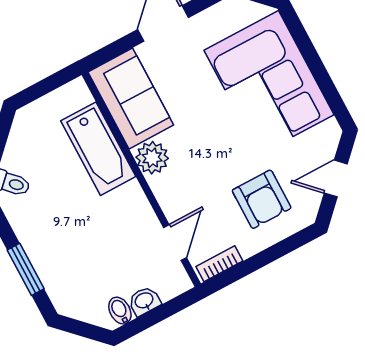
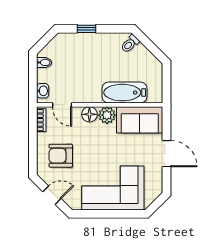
door: (336, 179) -> (52, 195), hinge flipped
floor lamp: (166, 188) -> (89, 114), added
window: (26, 269) -> (87, 29), width x0.67
washbasin: (144, 301) -> (43, 91), moved

